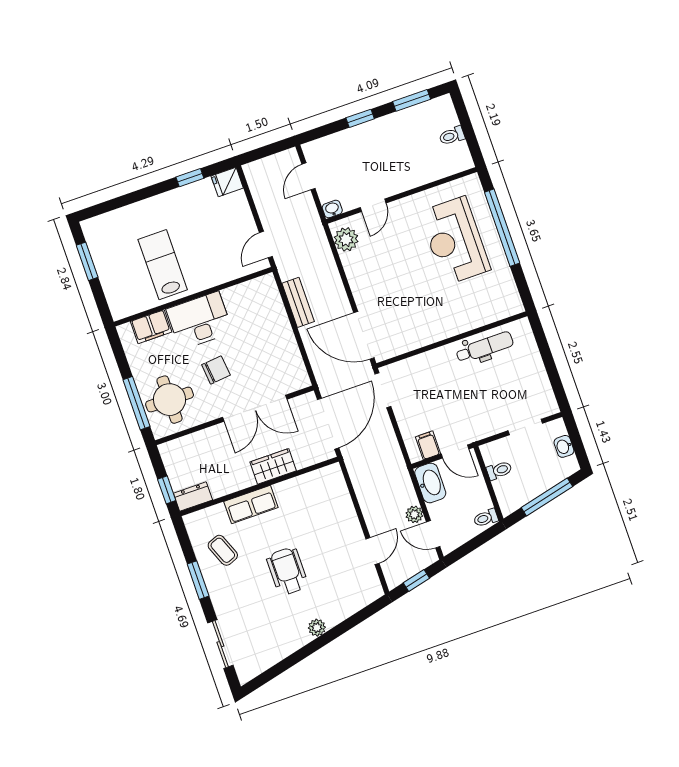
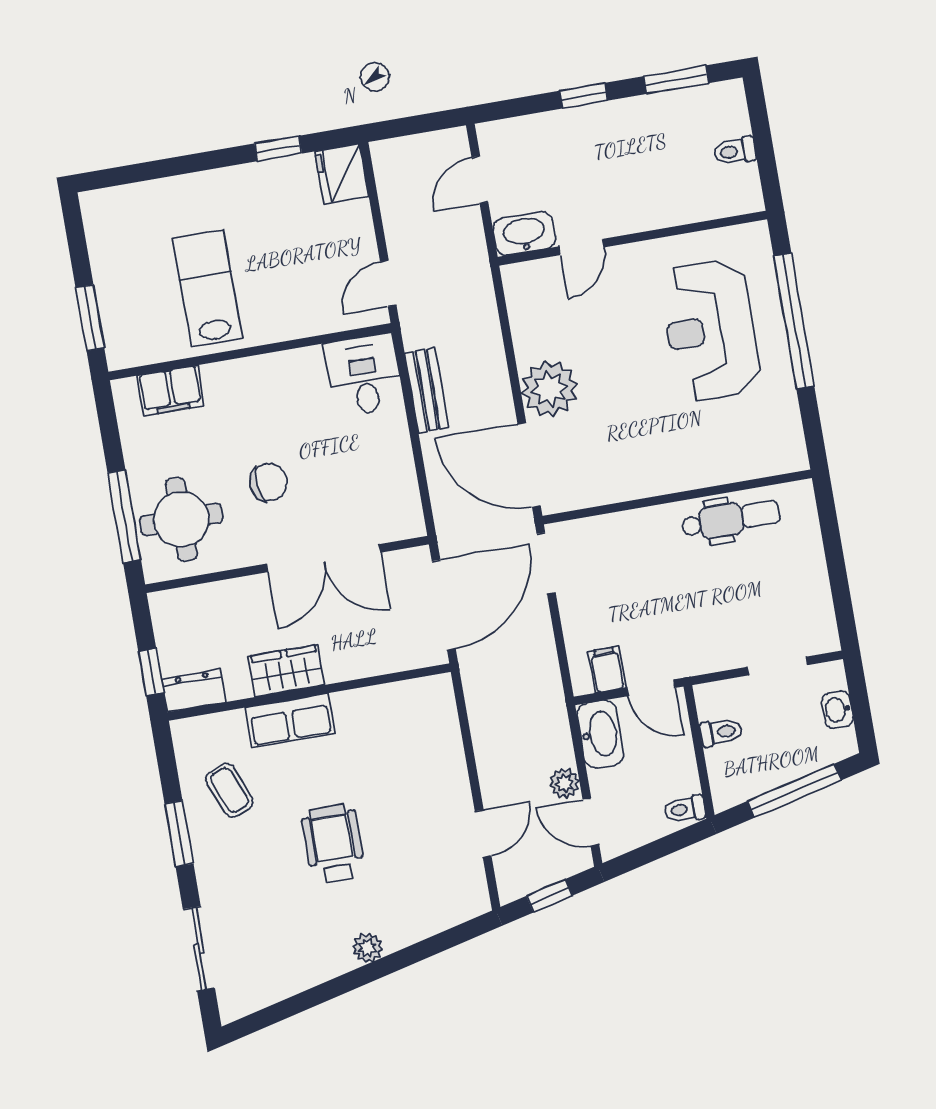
fridge: (227, 182) -> (342, 174), width x1.38
washbasin: (332, 209) -> (524, 234), width x1.91, depth x1.45
plant: (346, 239) -> (550, 389), moved, width x1.36, depth x1.36
window: (87, 261) -> (90, 318), moved
desk: (199, 321) -> (364, 375), moved, width x0.73
wardrobe: (273, 466) -> (286, 671), moved

